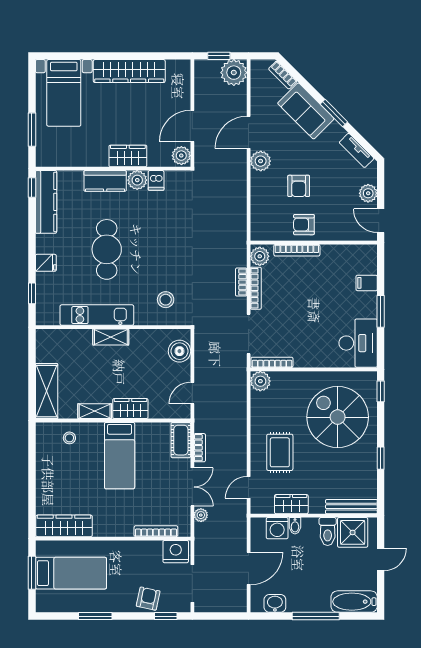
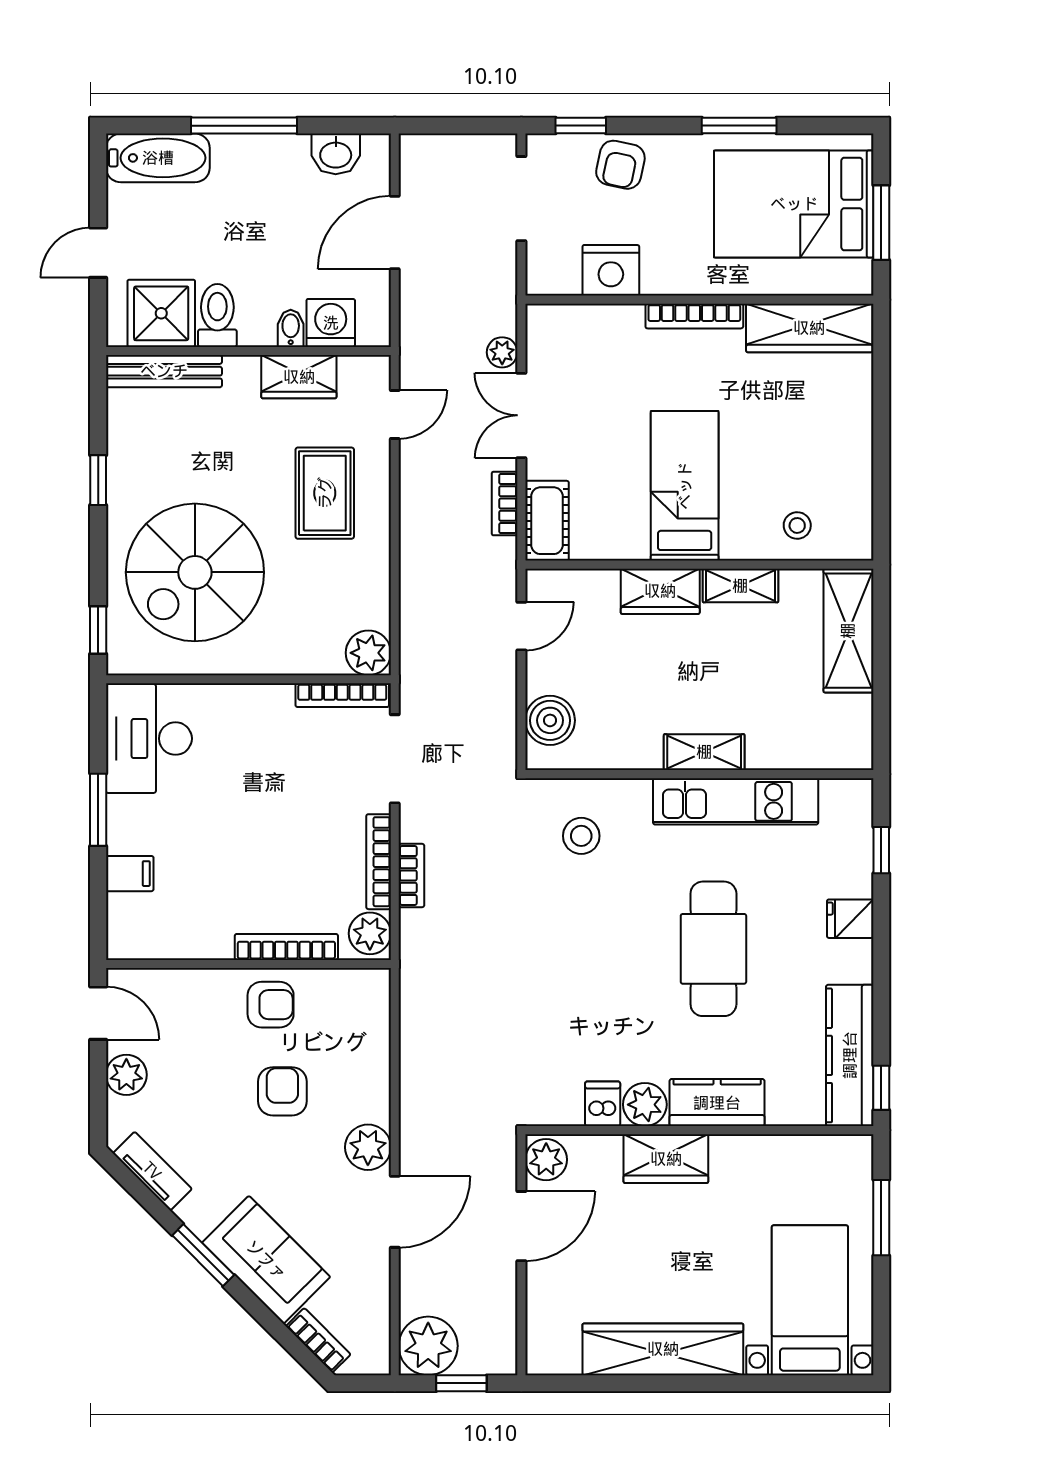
spiral stairs: (338, 417) -> (195, 572), turned 90
bookcase: (156, 531) -> (694, 316), moved
nightstand: (176, 552) -> (611, 270), moved
bed: (71, 573) -> (794, 204), width x1.50

